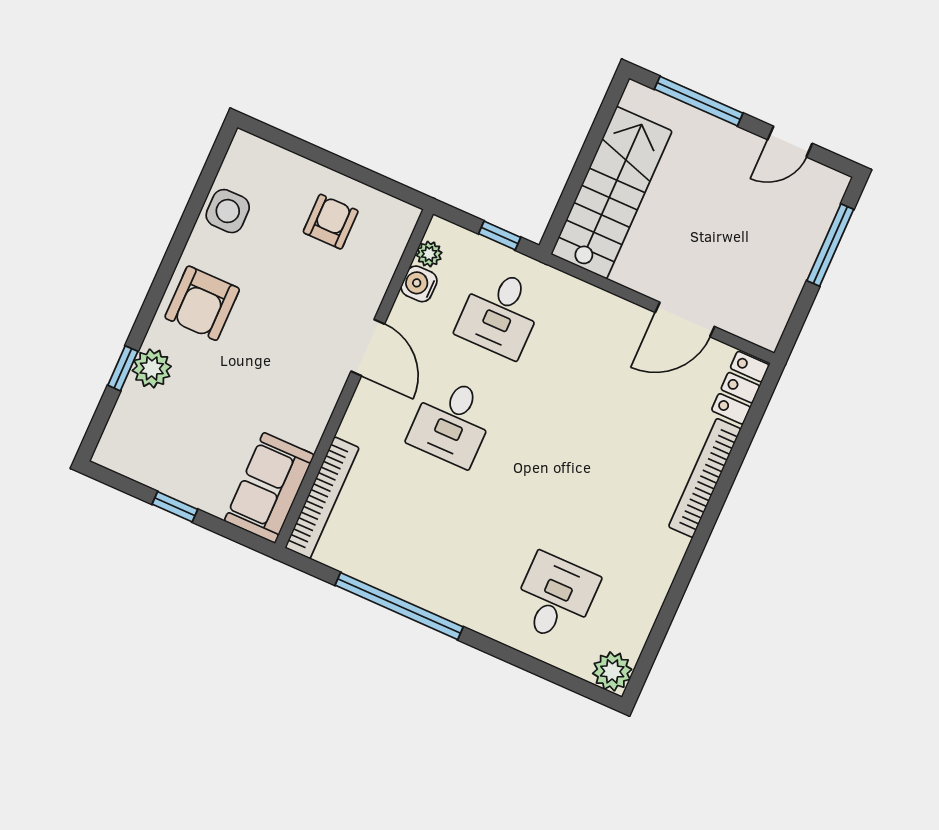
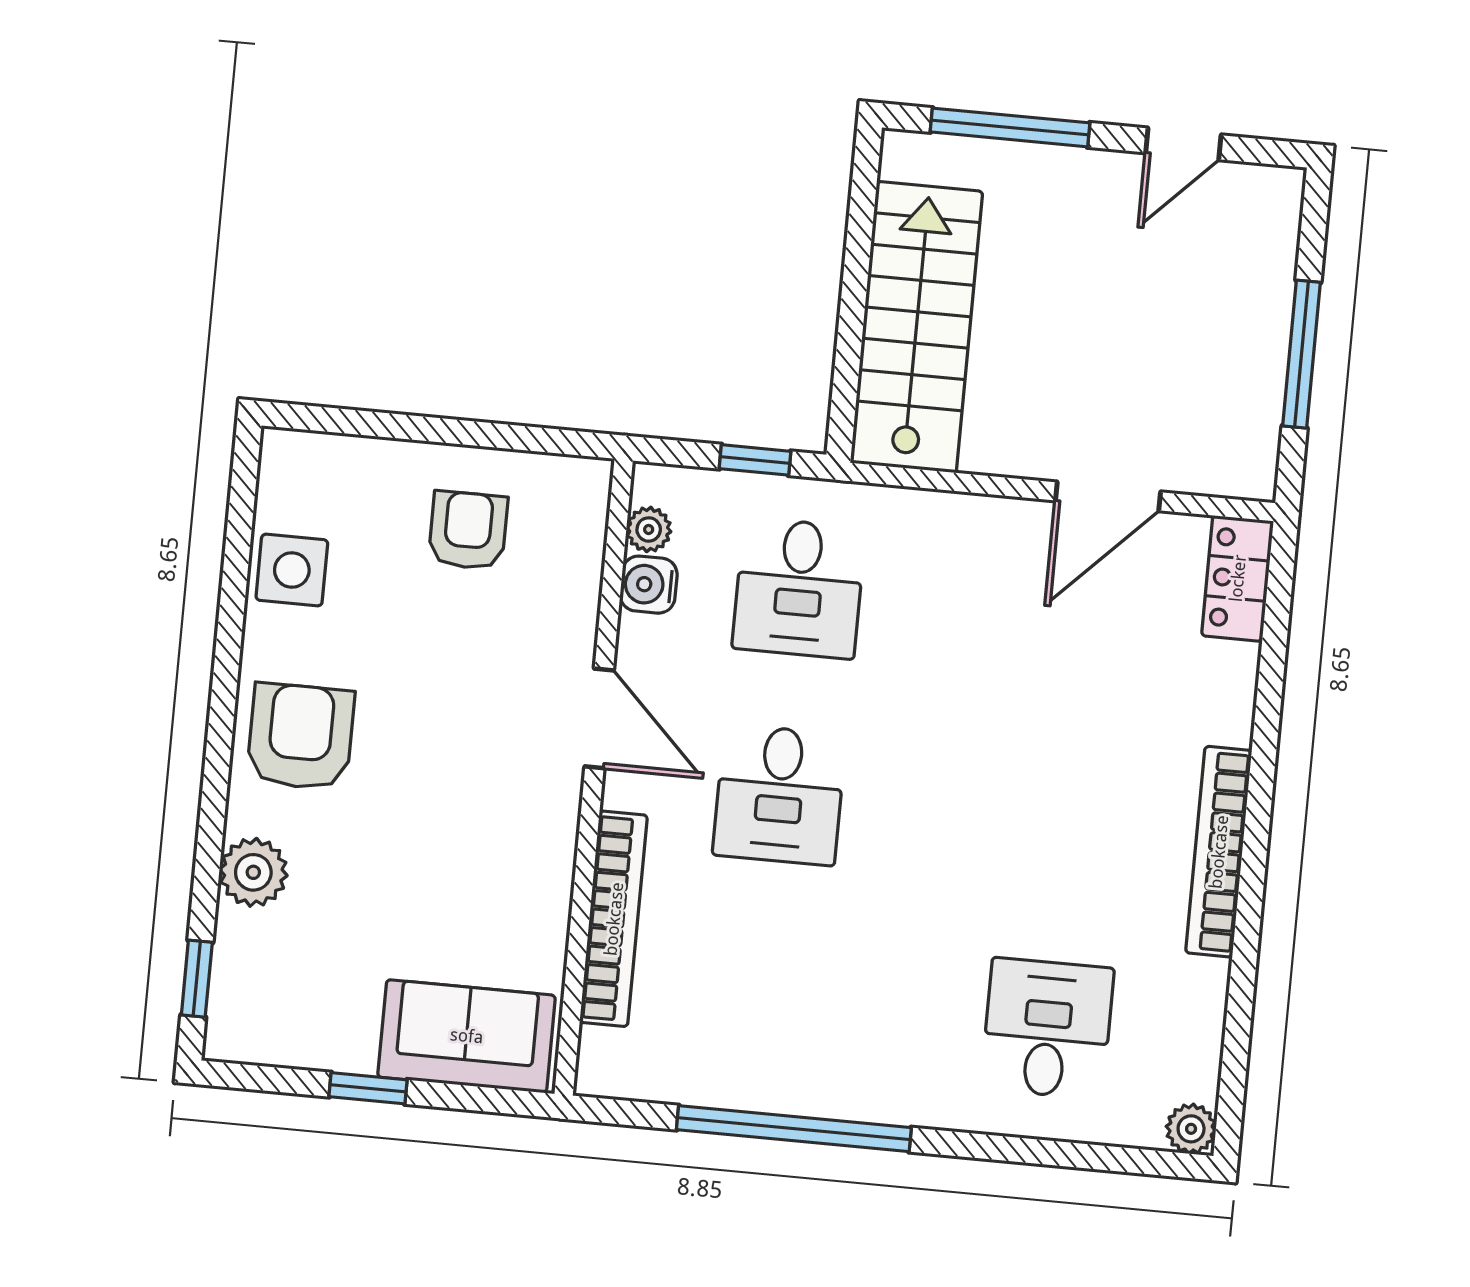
window: (830, 245) -> (1301, 354), moved
armchair: (202, 303) -> (301, 737), turned 180
window: (123, 368) -> (197, 979), moved
bookcase: (705, 478) -> (1219, 852), moved
sofa: (269, 488) -> (467, 1036), moved, turned 90
bookcase: (322, 498) -> (614, 919), moved
plant: (612, 671) -> (1191, 1129), width x0.73, depth x0.73

